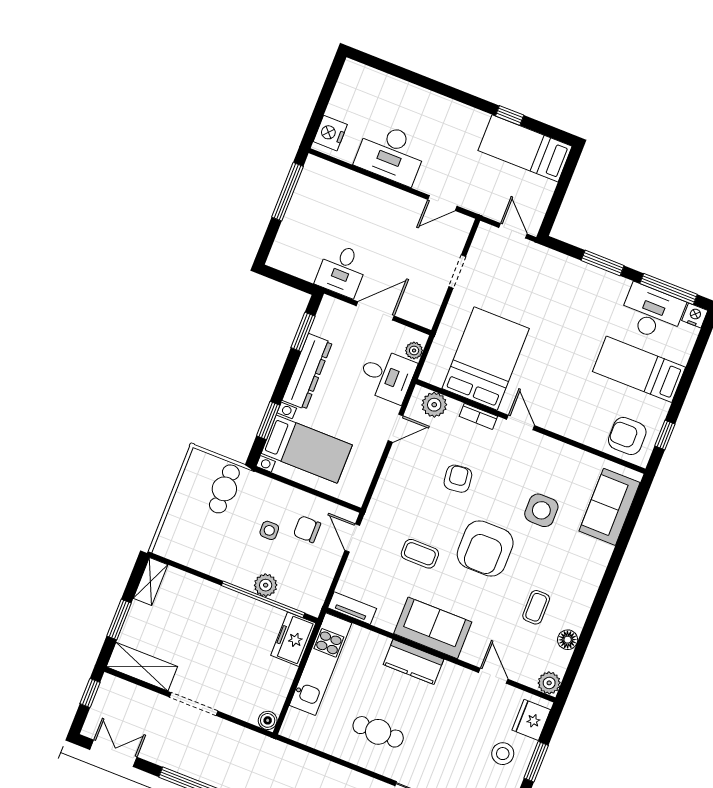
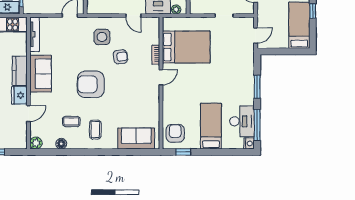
plant: (434, 405) -> (153, 30), removed
side table: (541, 510) -> (102, 37), moved
coffee table: (420, 554) -> (95, 130), moved
tv unit: (352, 608) -> (35, 34), width x1.41
fridge: (531, 720) -> (19, 95), moved, turned -90

